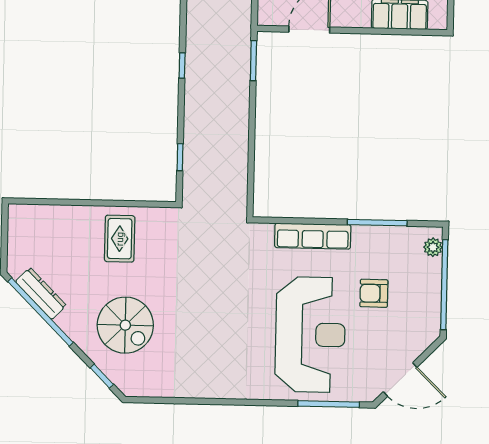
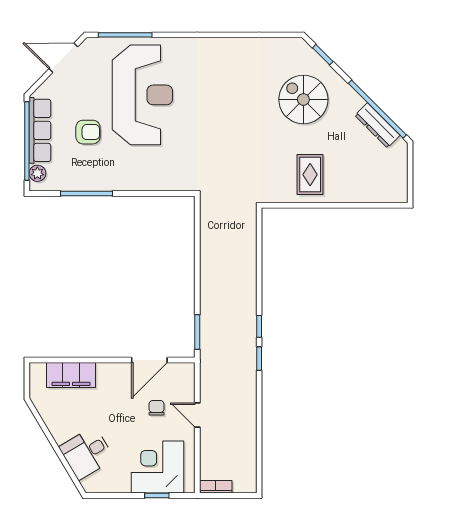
window: (180, 157) -> (259, 359), moved
row of seats: (313, 236) -> (40, 130), moved, turned 90
reception desk: (310, 335) -> (142, 95), turned 180

